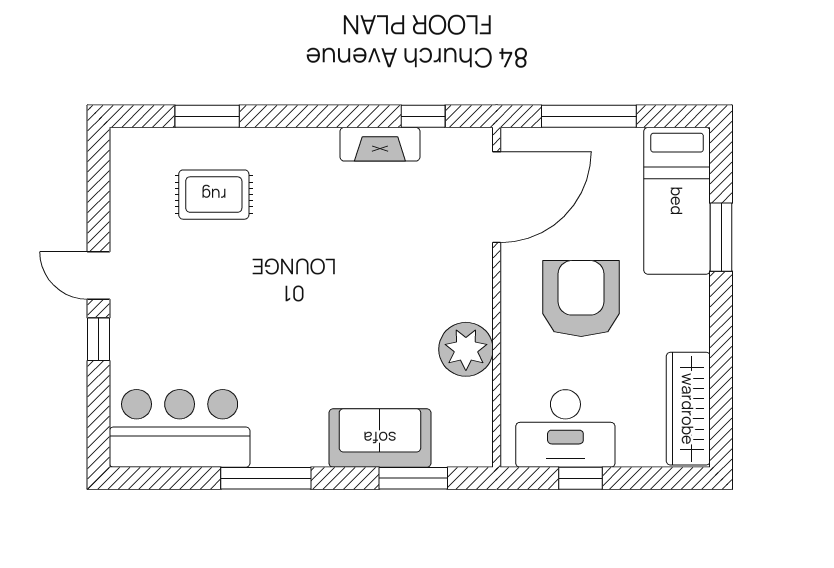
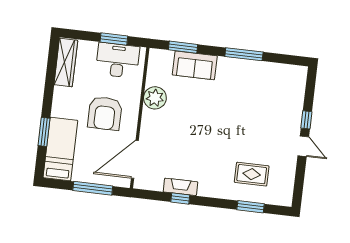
window: (423, 116) -> (180, 199), moved
bar counter: (180, 428) -> (277, 79), removed
window: (581, 478) -> (114, 39), width x1.50

